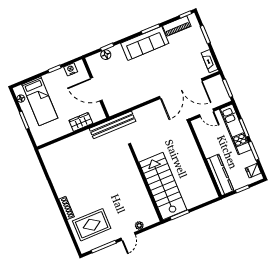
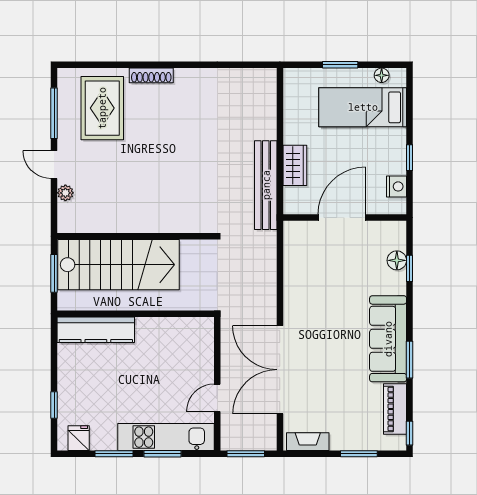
bench: (112, 125) -> (266, 185), moved
wall: (205, 159) -> (136, 314), moved
kitchen counter: (220, 175) -> (96, 330), moved

